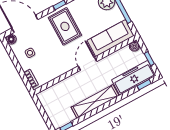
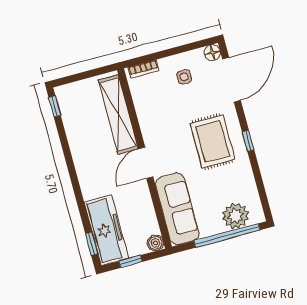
rug: (65, 26) -> (213, 142), turned 90
door: (87, 64) -> (146, 163), swing flipped
shelving: (95, 101) -> (118, 114), moved

